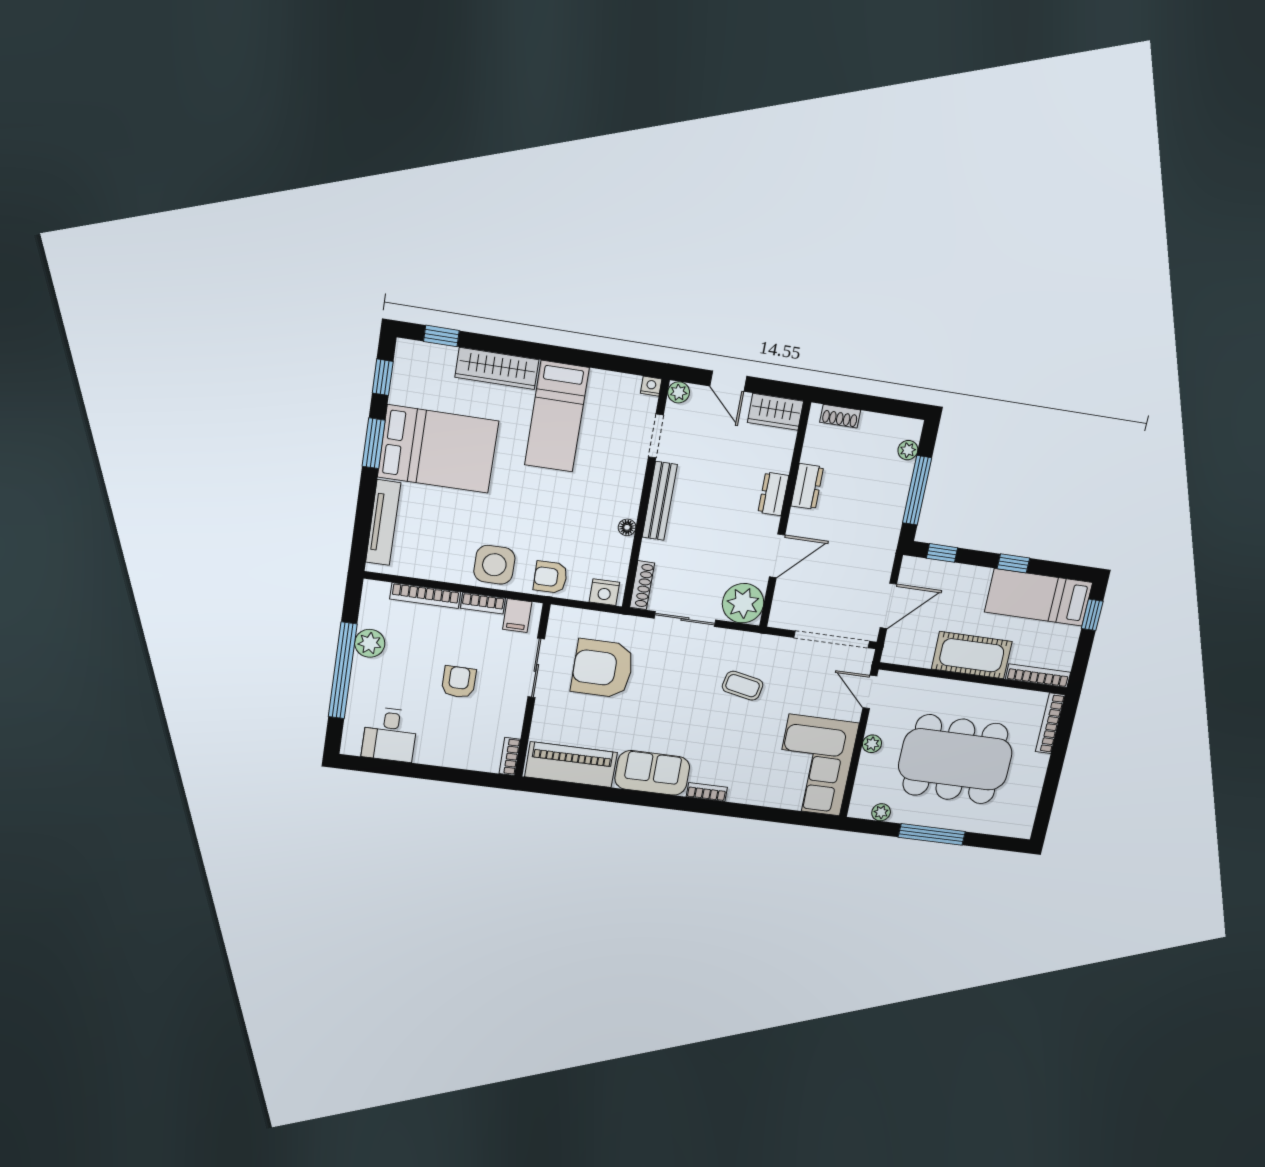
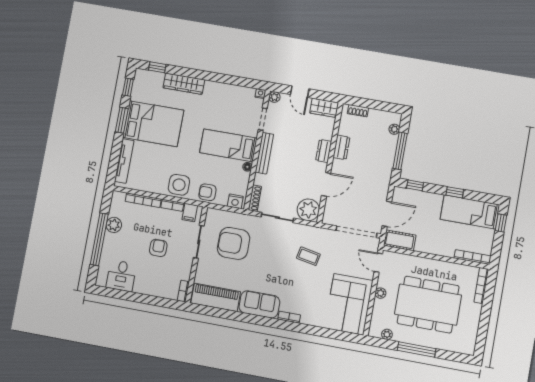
bed: (557, 416) -> (228, 145), moved, turned 90
cot: (972, 655) -> (400, 240), moved, width x0.73, depth x0.75

